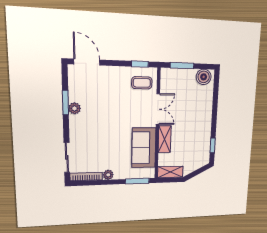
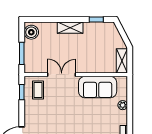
shelving: (165, 139) -> (70, 28), moved
plant: (108, 175) -> (123, 105), moved
window: (137, 181) -> (130, 93), removed

